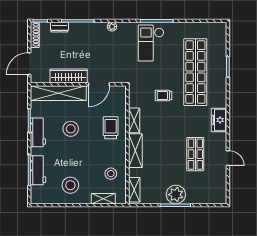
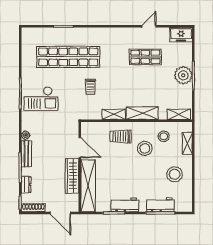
bench: (92, 27) -> (26, 154), added
freezer: (219, 120) -> (181, 35), moved
stool: (71, 129) -> (145, 148), moved

